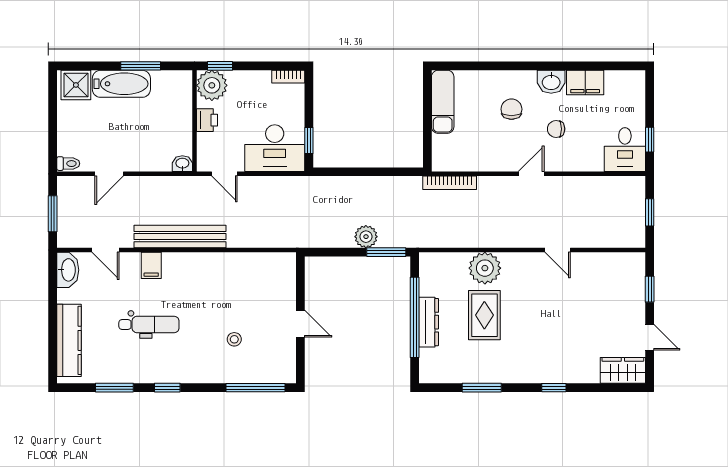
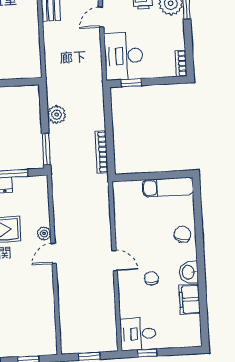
chair: (511, 109) -> (182, 234), moved, turned -76
bookcase: (450, 183) -> (101, 152), moved
plant: (366, 237) -> (57, 115), moved
door: (558, 250) -> (54, 253), moved
plant: (485, 268) -> (44, 234), width x0.53, depth x0.53

